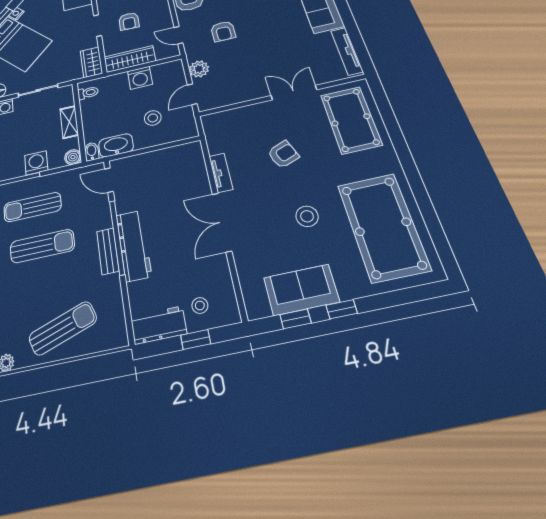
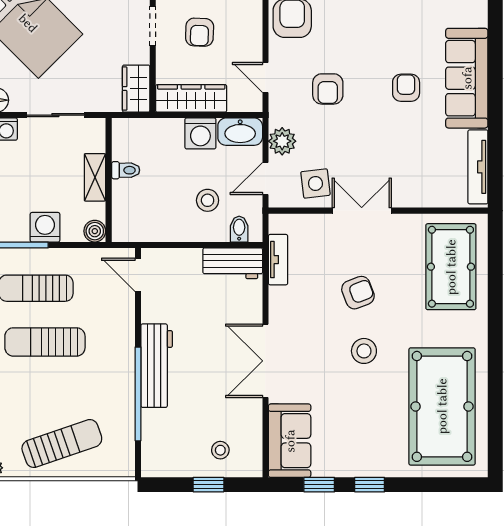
armchair: (278, 18) -> (406, 88), added
side table: (230, 89) -> (315, 183), added
toilet: (88, 93) -> (126, 170), moved
double door: (294, 93) -> (362, 211), moved
washbasin: (116, 145) -> (240, 132), moved, turned 180
bidet: (92, 151) -> (239, 229), moved
tv unit: (221, 173) -> (278, 260), moved
stool: (307, 216) -> (364, 351), moved
window: (117, 237) -> (138, 394), moved
sun lounger: (42, 246) -> (45, 342), turned 180
bench: (108, 251) -> (125, 366), removed
sofa: (301, 290) -> (290, 441), moved, turned 90
workbench: (158, 325) -> (233, 263), moved, turned 180

